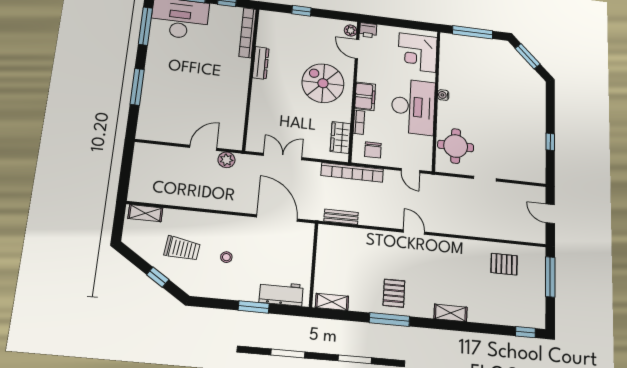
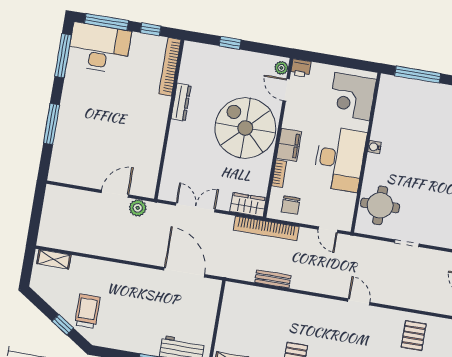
spiral stairs: (323, 83) -> (245, 128), width x1.37, depth x1.37
wardrobe: (340, 138) -> (248, 205), moved, turned 90
bench: (341, 217) -> (273, 279), moved
door: (414, 232) -> (359, 302), moved
trolley: (182, 249) -> (87, 311), moved, turned -97
stool: (226, 257) -> (131, 309), removed
pallet: (504, 264) -> (414, 336), turned 90

